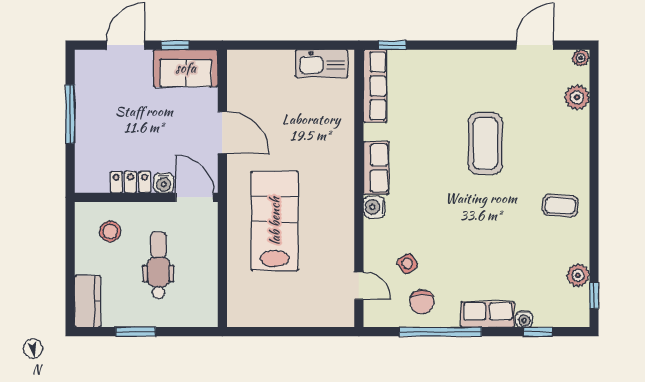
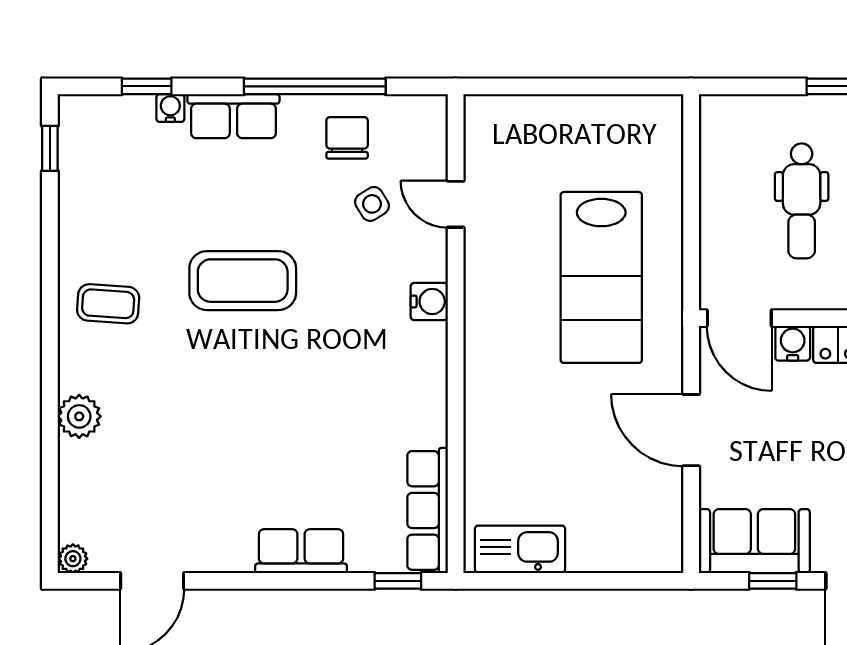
plant: (577, 97) -> (79, 416), moved
coffee table: (485, 144) -> (243, 281), moved, turned 90
row of seats: (376, 168) -> (301, 551), moved, turned 90
plant: (578, 275) -> (77, 184), removed
door: (359, 286) -> (456, 204), moved

